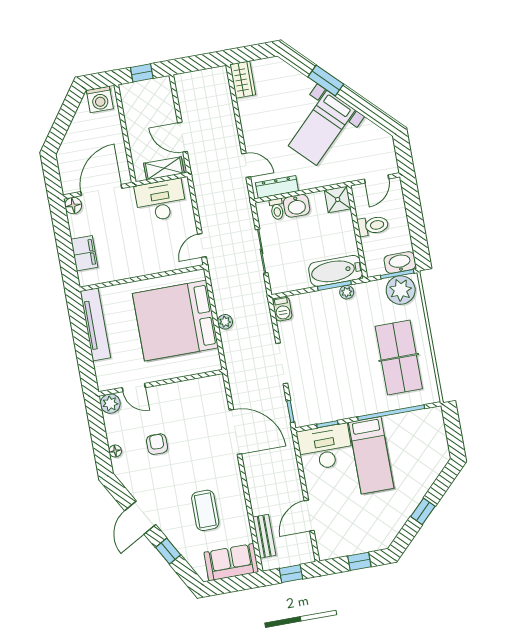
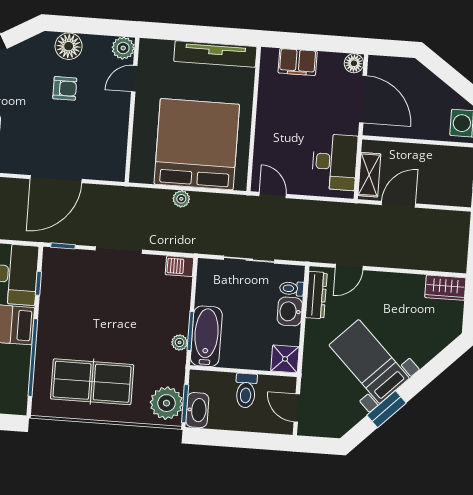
window: (326, 80) -> (387, 409), moved
floor lamp: (115, 451) -> (69, 46), width x1.89, depth x1.89

